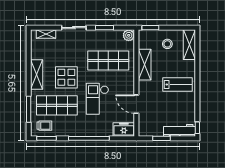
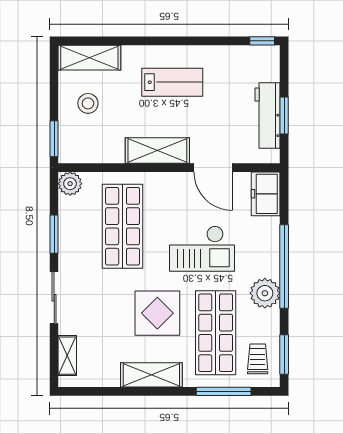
shelving: (145, 65) -> (157, 151), moved
lab bench: (178, 85) -> (172, 82), turned 90
door: (136, 104) -> (213, 168), hinge flipped
plant: (76, 129) -> (265, 293), added
workbench: (180, 130) -> (268, 116), moved

